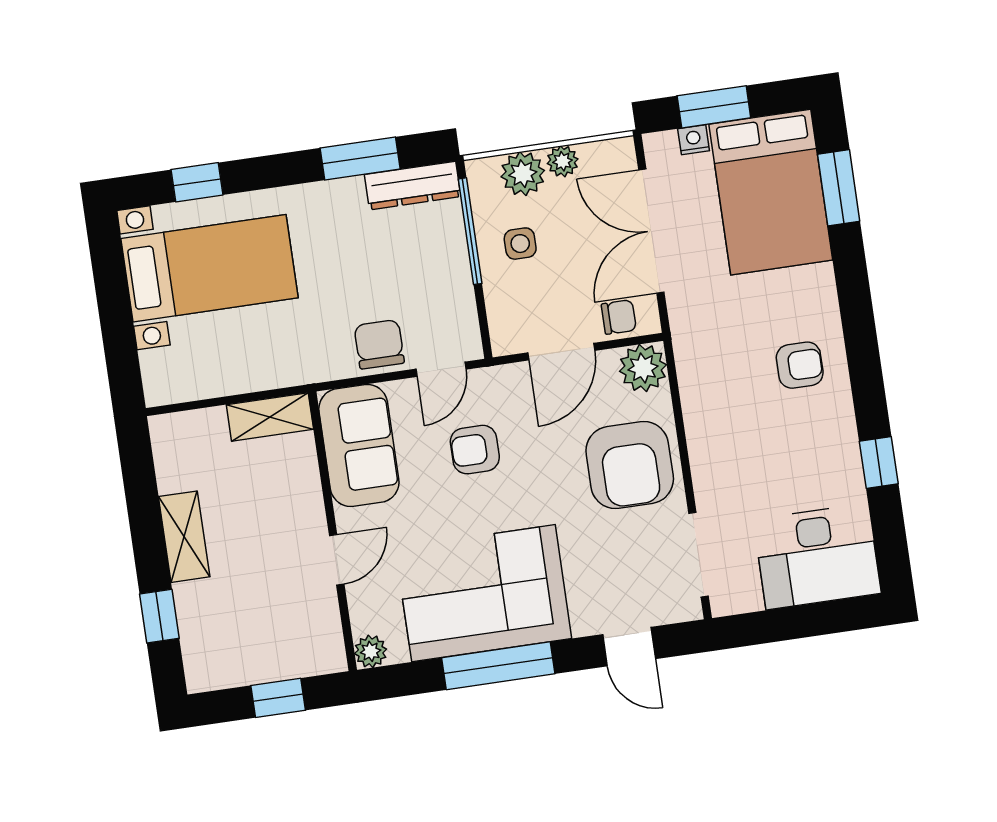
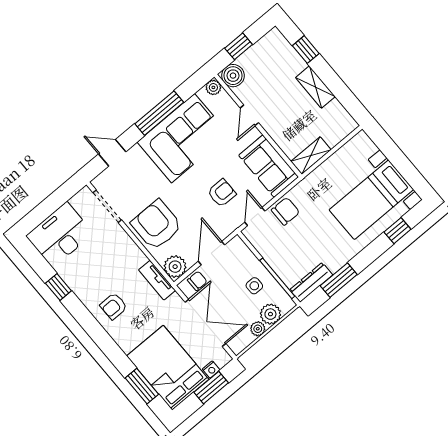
chair: (619, 317) -> (197, 281), turned 180
chair: (379, 344) -> (285, 211), turned -90
tv unit: (691, 364) -> (157, 280), added
boiler: (322, 651) -> (233, 76), added

